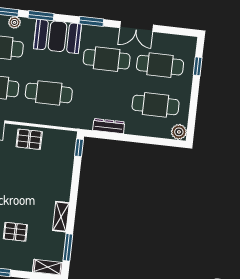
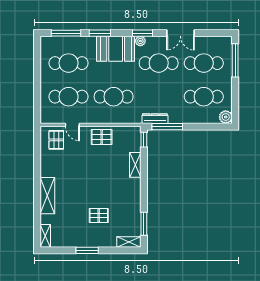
plant: (14, 22) -> (140, 41), moved
window: (198, 66) -> (235, 60), width x2.17
dresser: (109, 126) -> (155, 119), moved
window: (108, 136) -> (167, 127), added
shelving: (61, 217) -> (135, 165), moved

